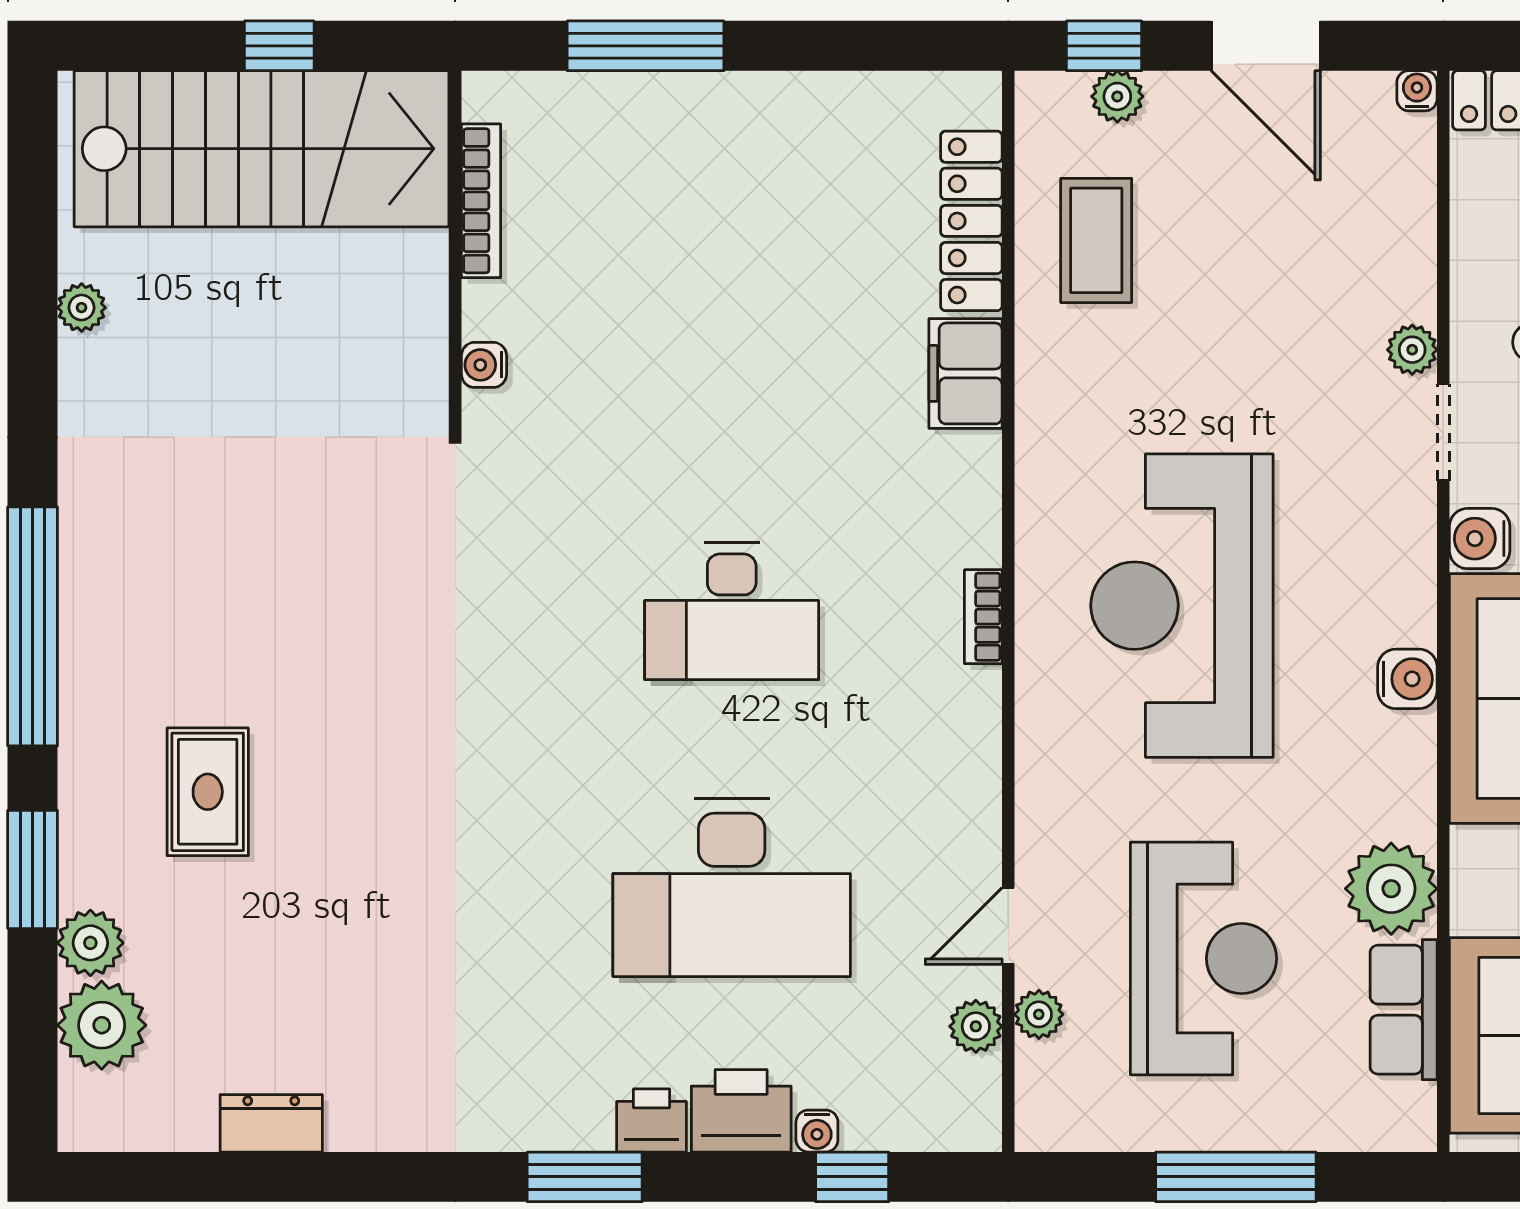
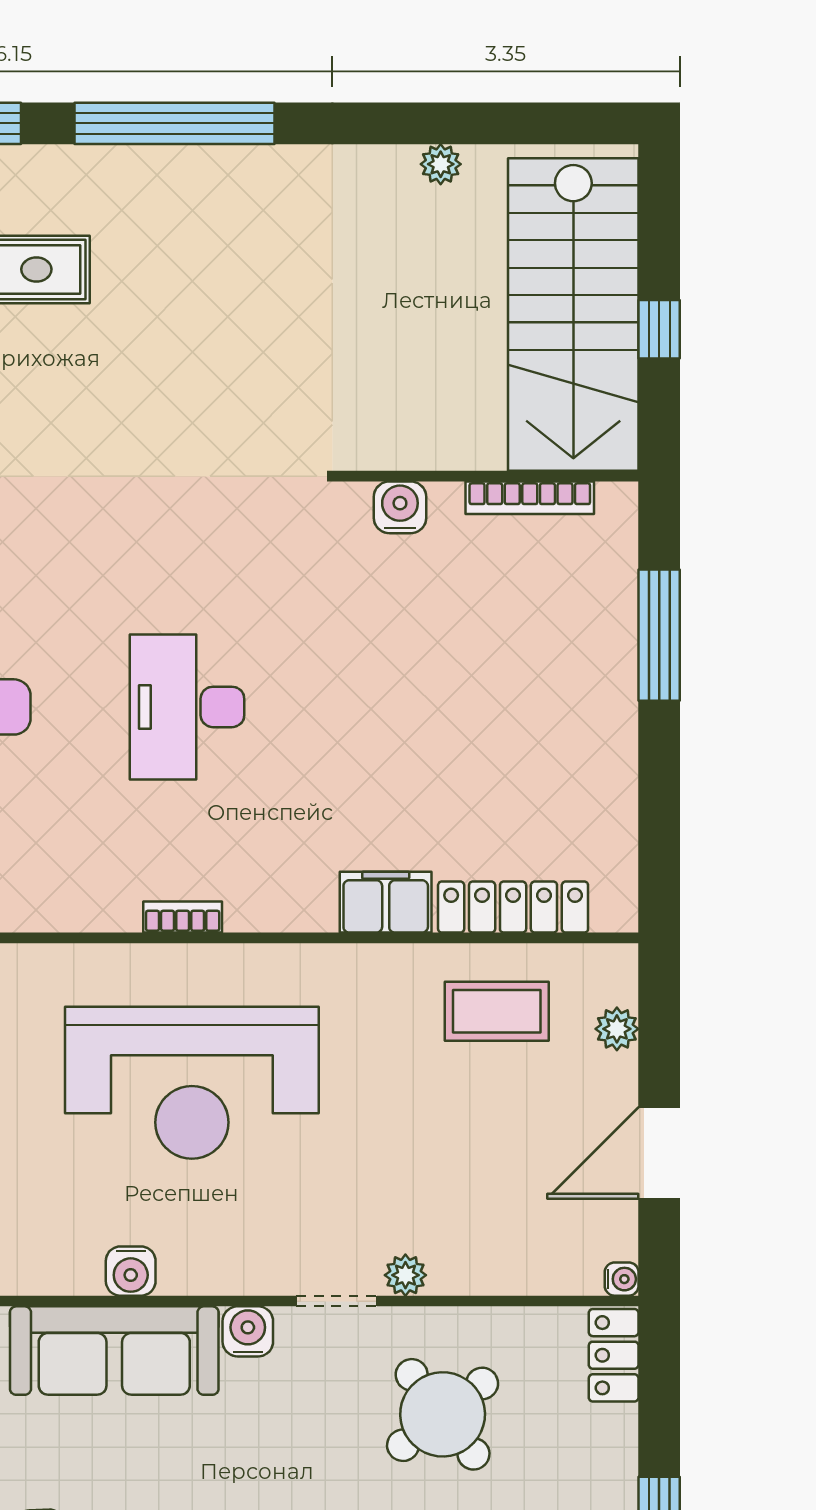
window: (1104, 46) -> (659, 1018), removed
water cooler: (484, 365) -> (400, 507), width x1.38, depth x1.38
reception desk: (1182, 606) -> (192, 1083), turned 180

